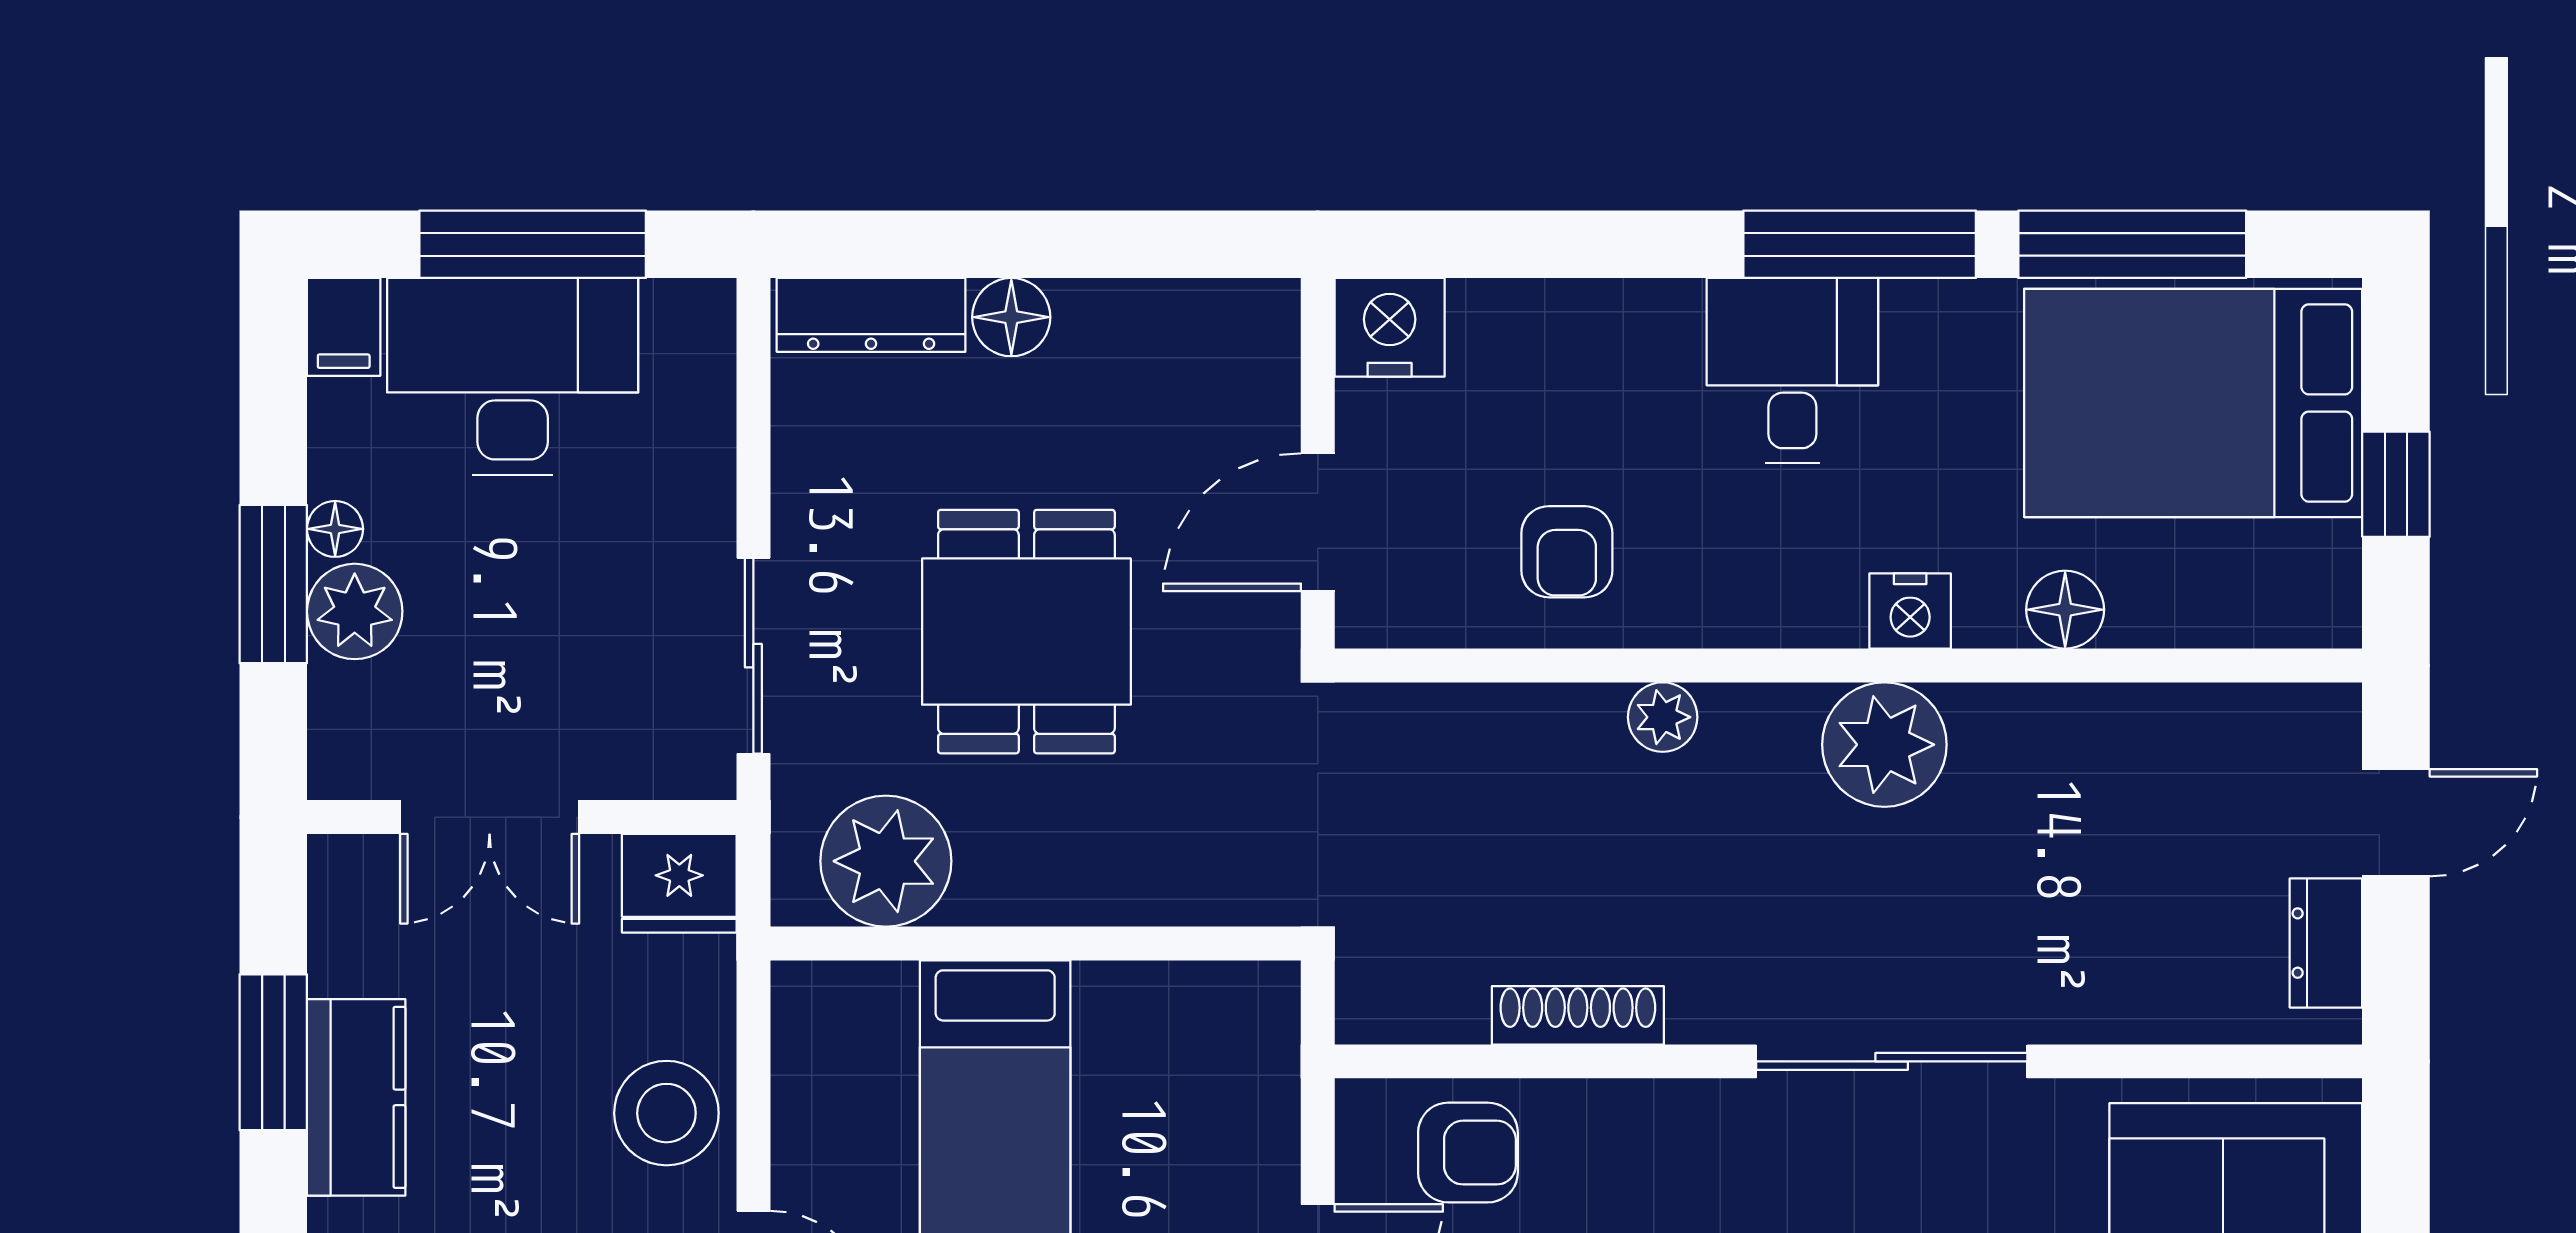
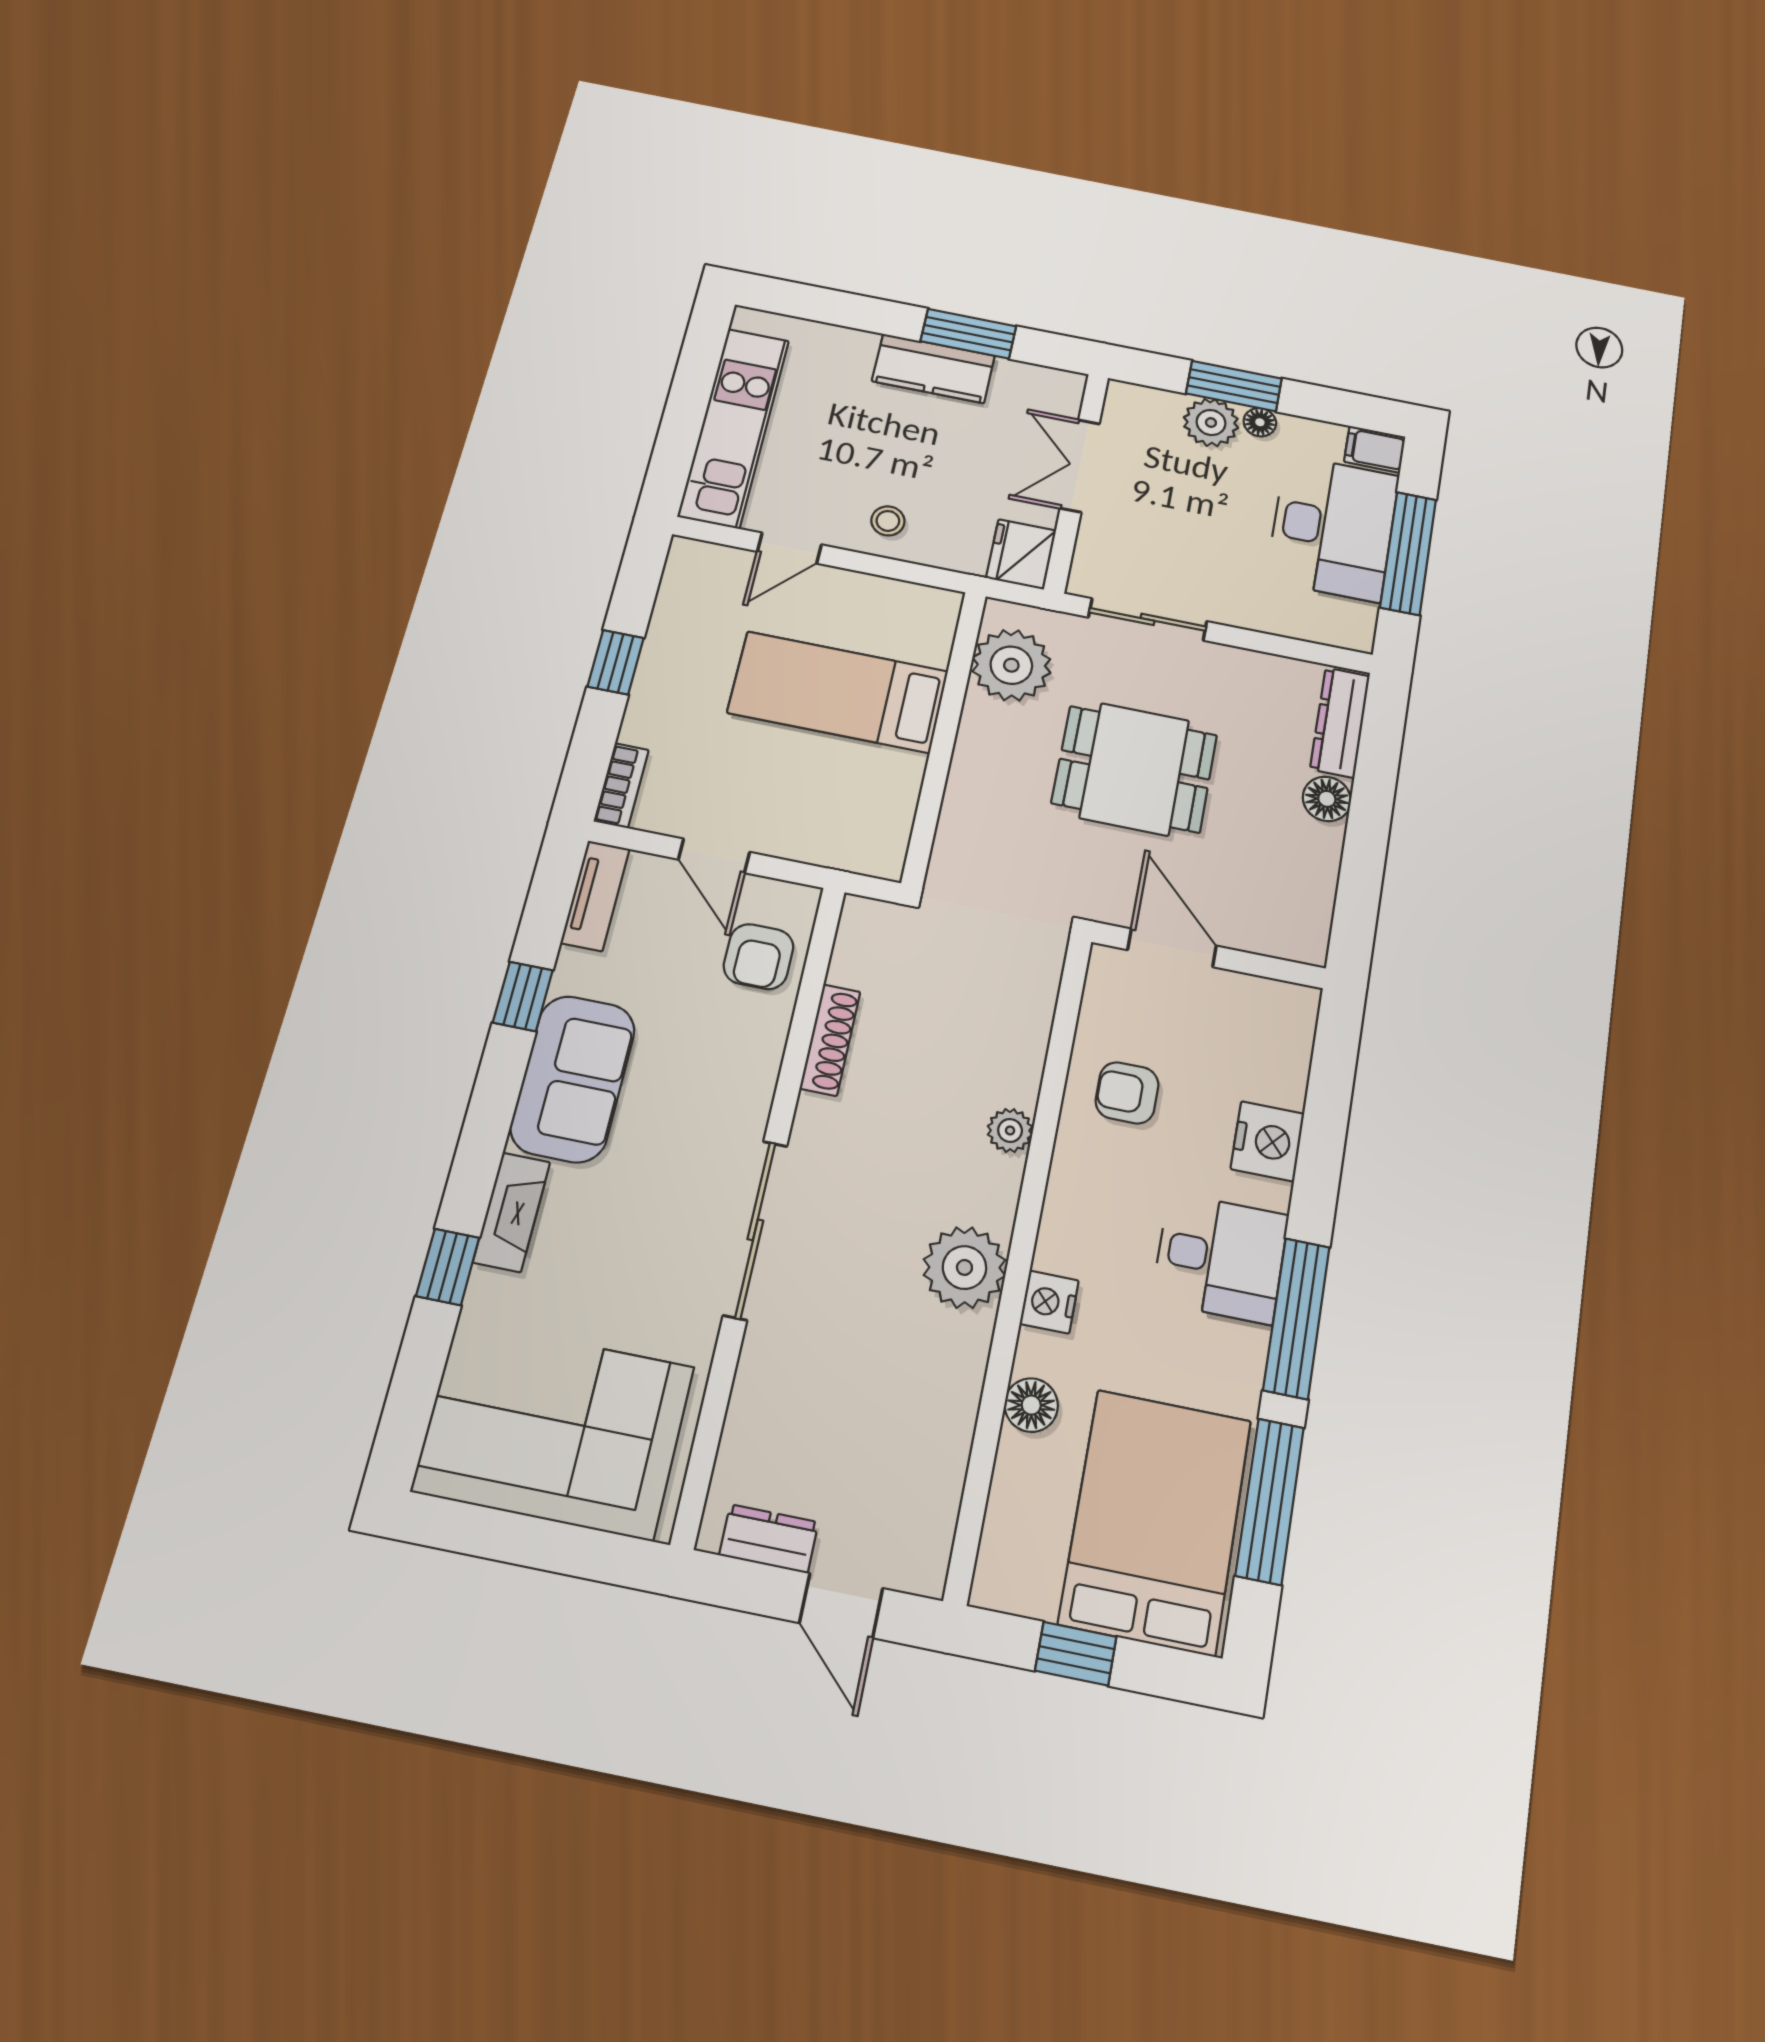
nightstand: (1390, 327) -> (1267, 1141), moved
stool: (666, 1113) -> (888, 521), width x0.53, depth x0.53

